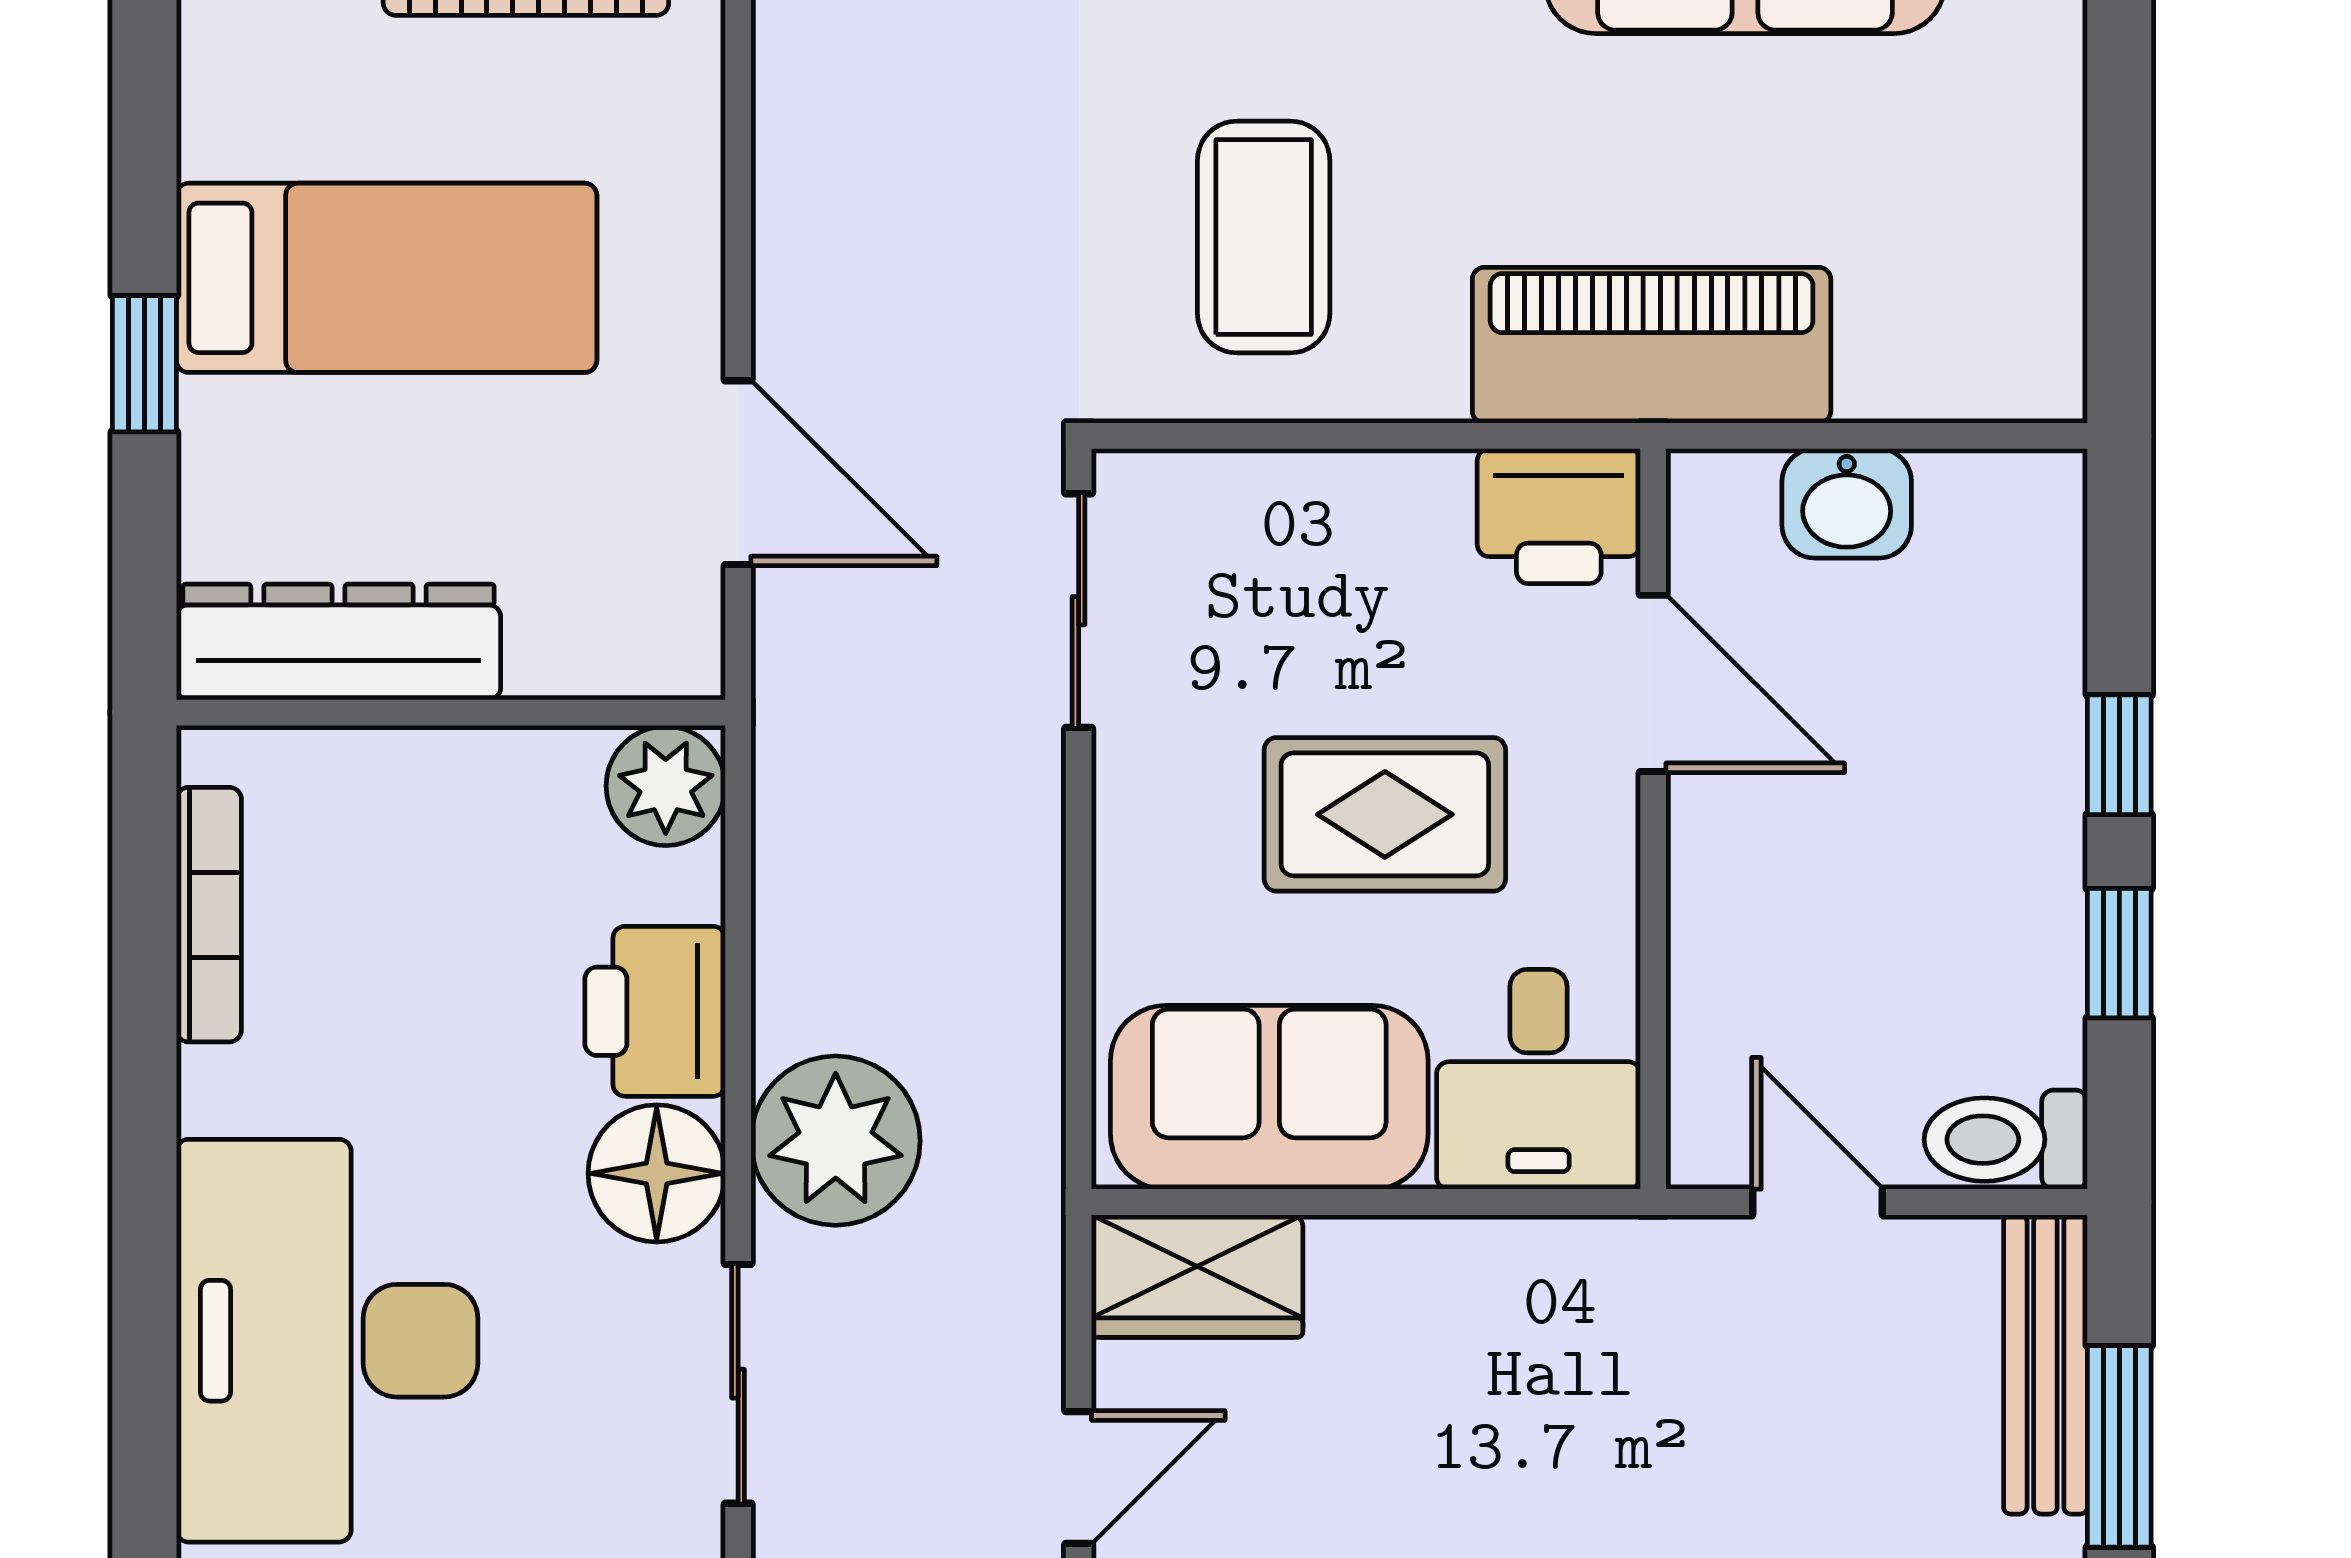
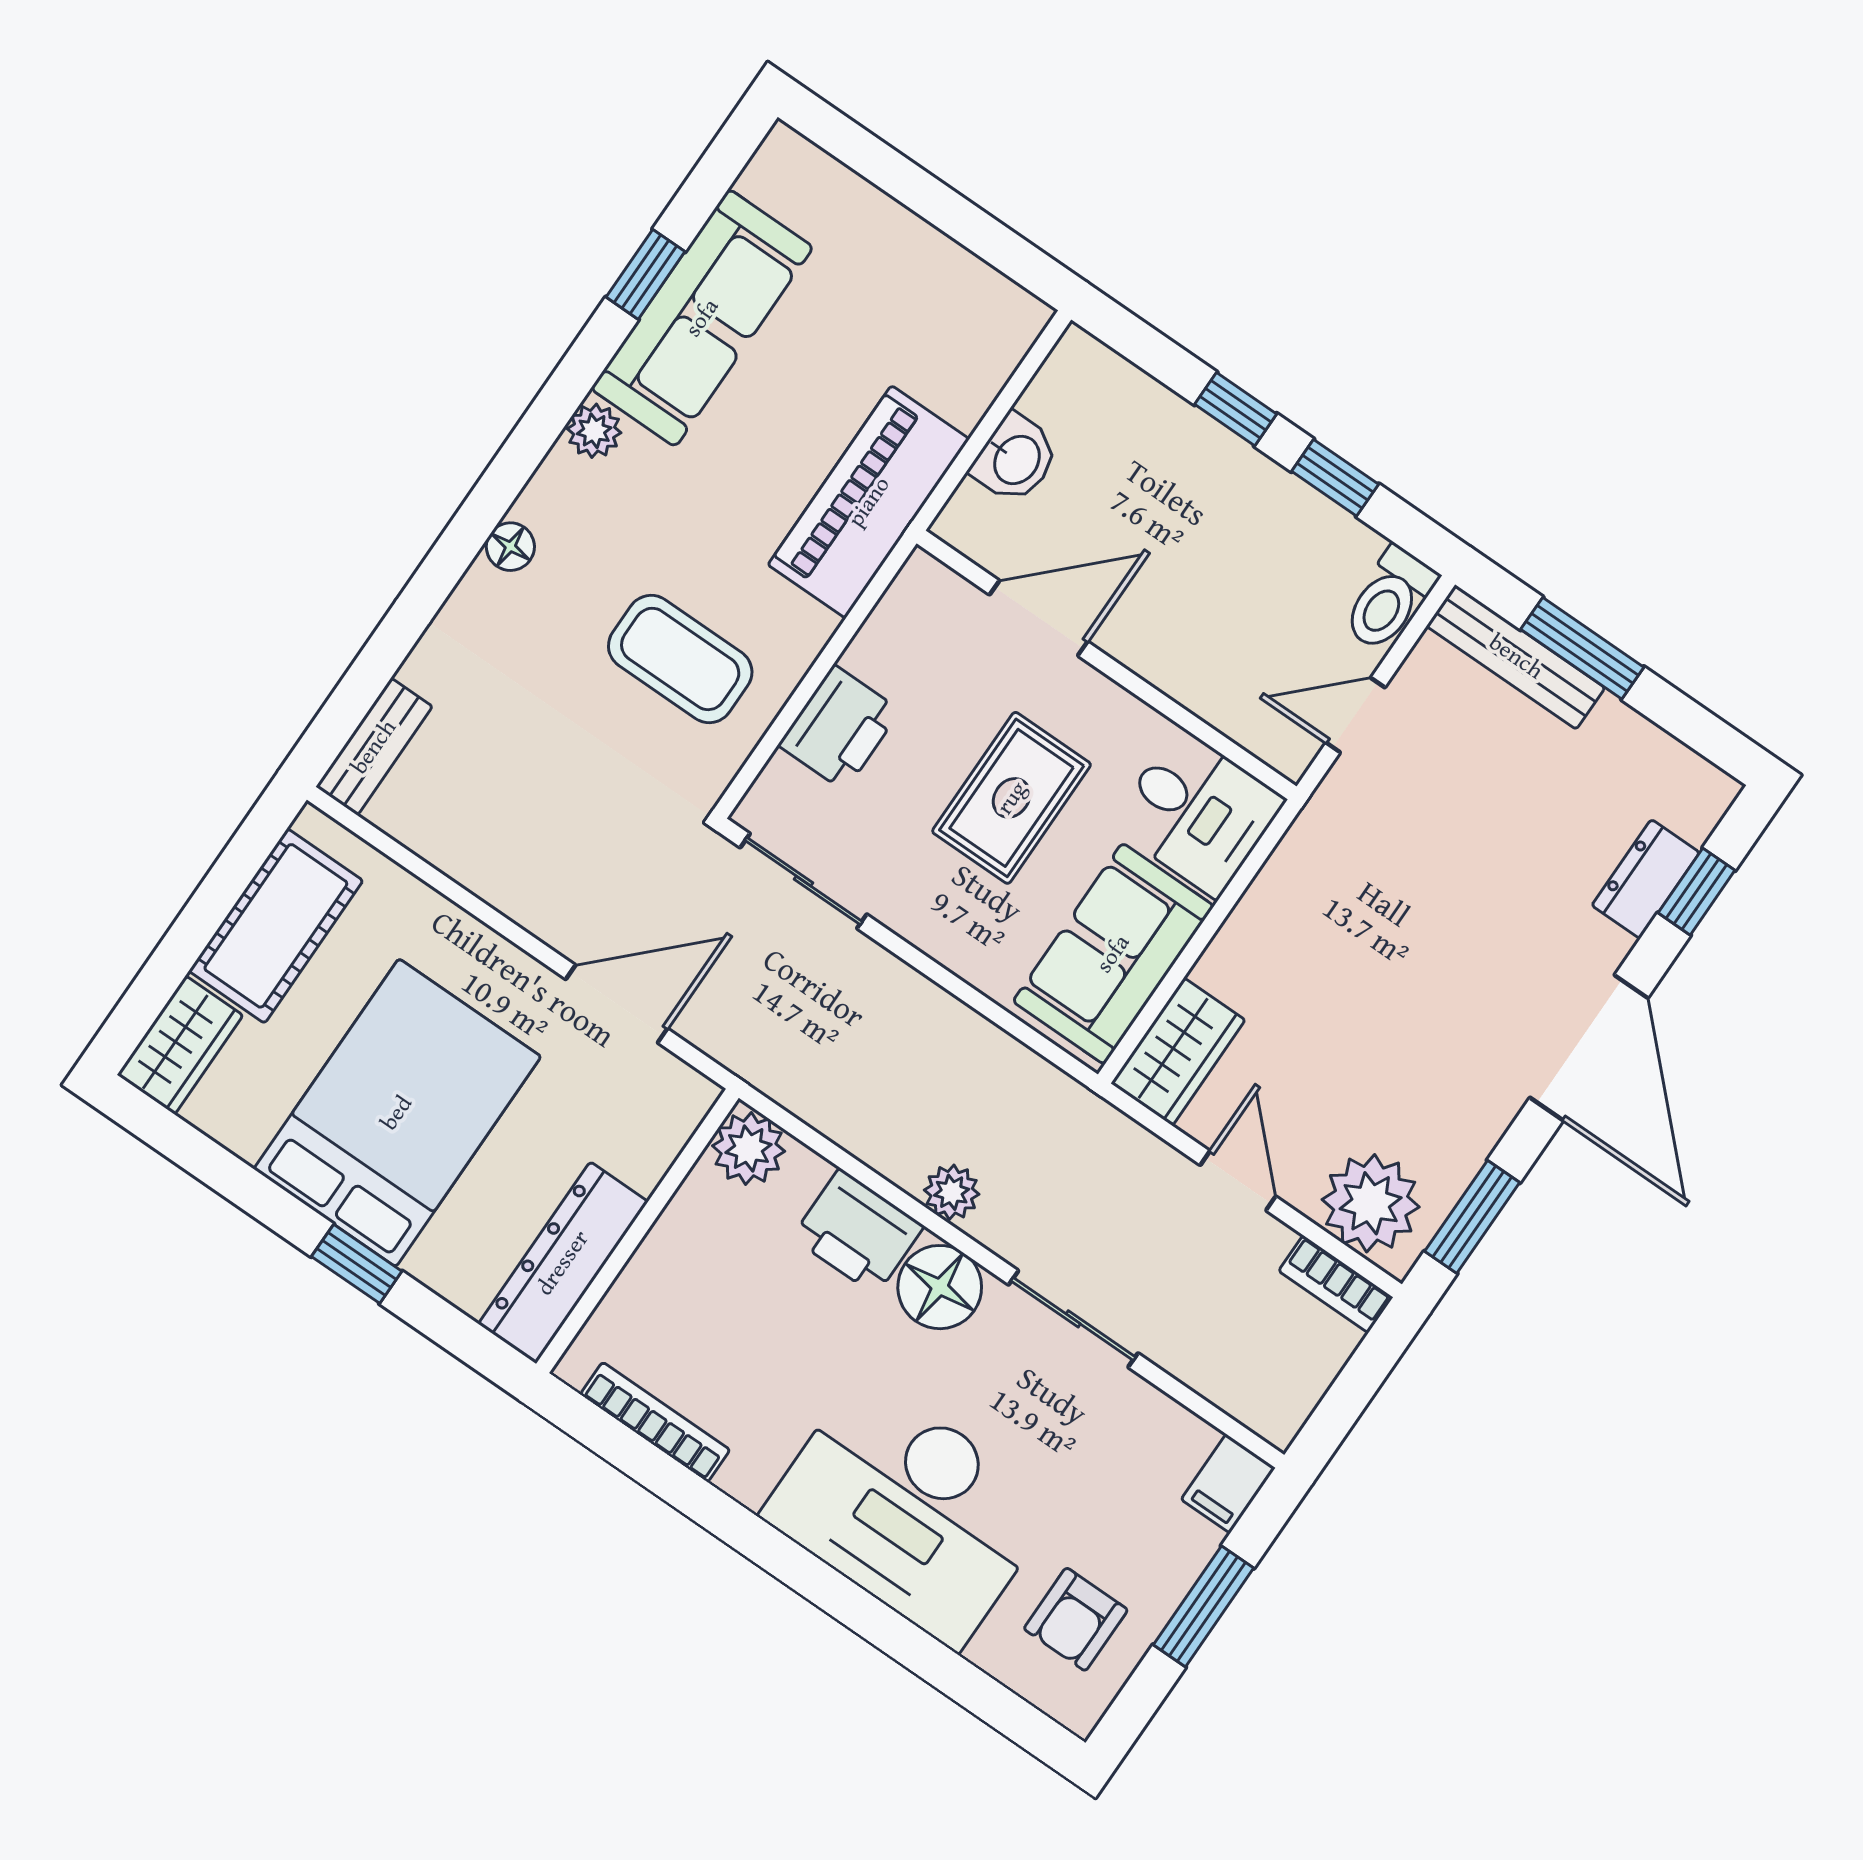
bed: (387, 278) -> (397, 1113), width x1.50
printer: (1559, 516) -> (839, 728), moved
plant: (836, 1141) -> (952, 1192), width x0.53, depth x0.53

